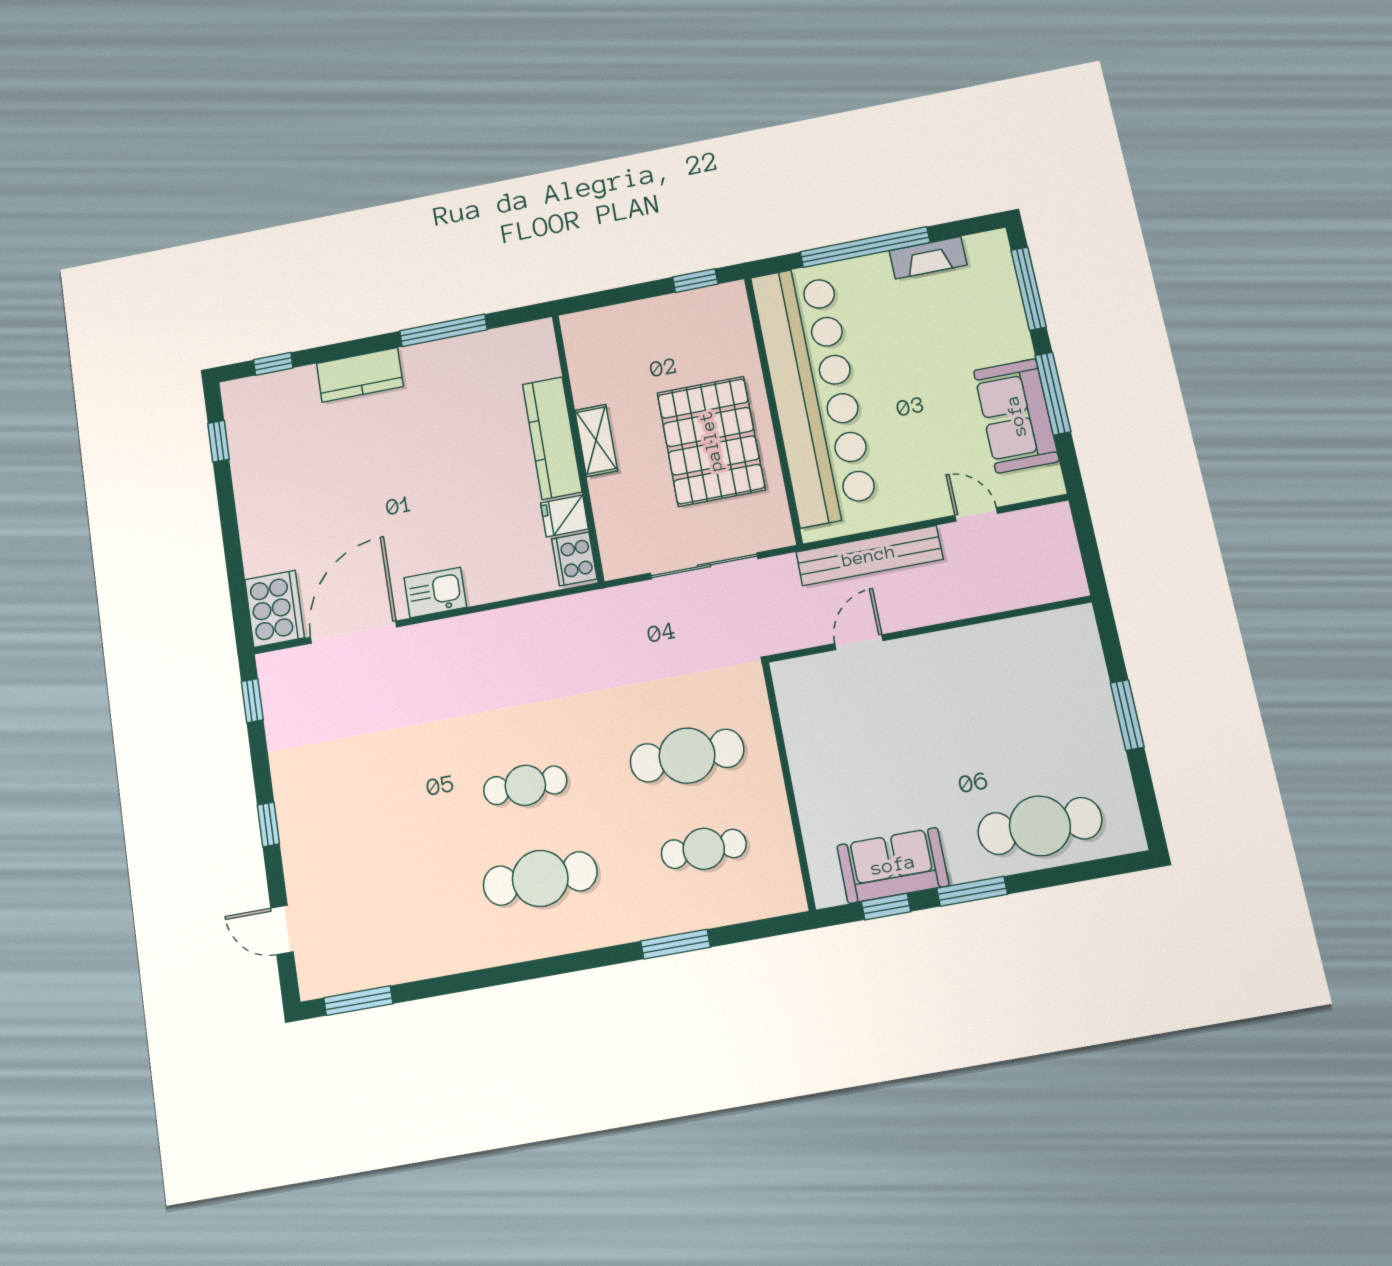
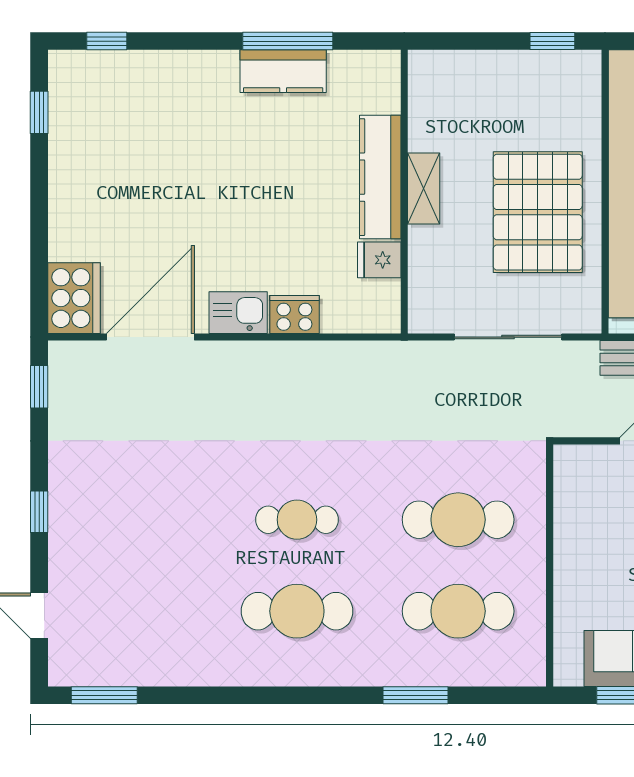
kitchen counter: (360, 375) -> (283, 71), moved
cooker: (574, 559) -> (294, 314), moved, turned 90
cafe table: (704, 849) -> (458, 611), width x1.37, depth x1.35

